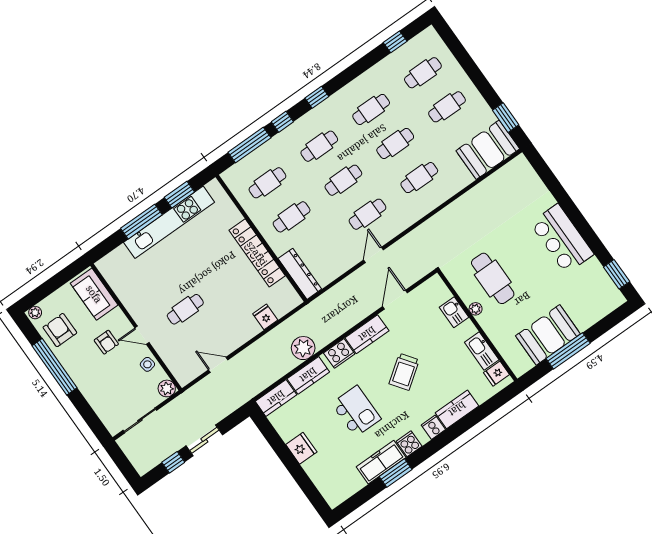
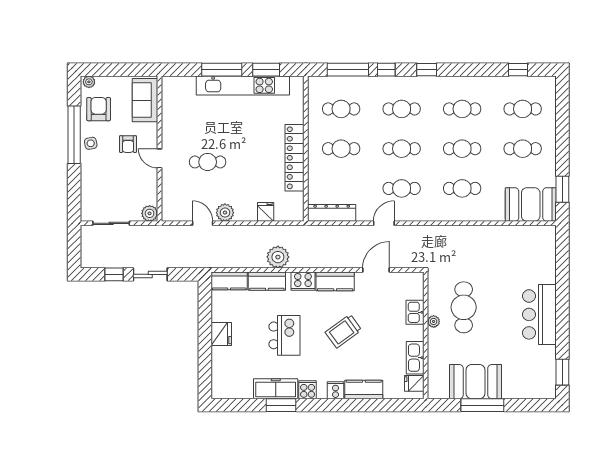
dresser: (300, 274) -> (332, 213), moved, turned -90
plant: (231, 342) -> (225, 213), added
side table: (147, 364) -> (91, 143), moved

